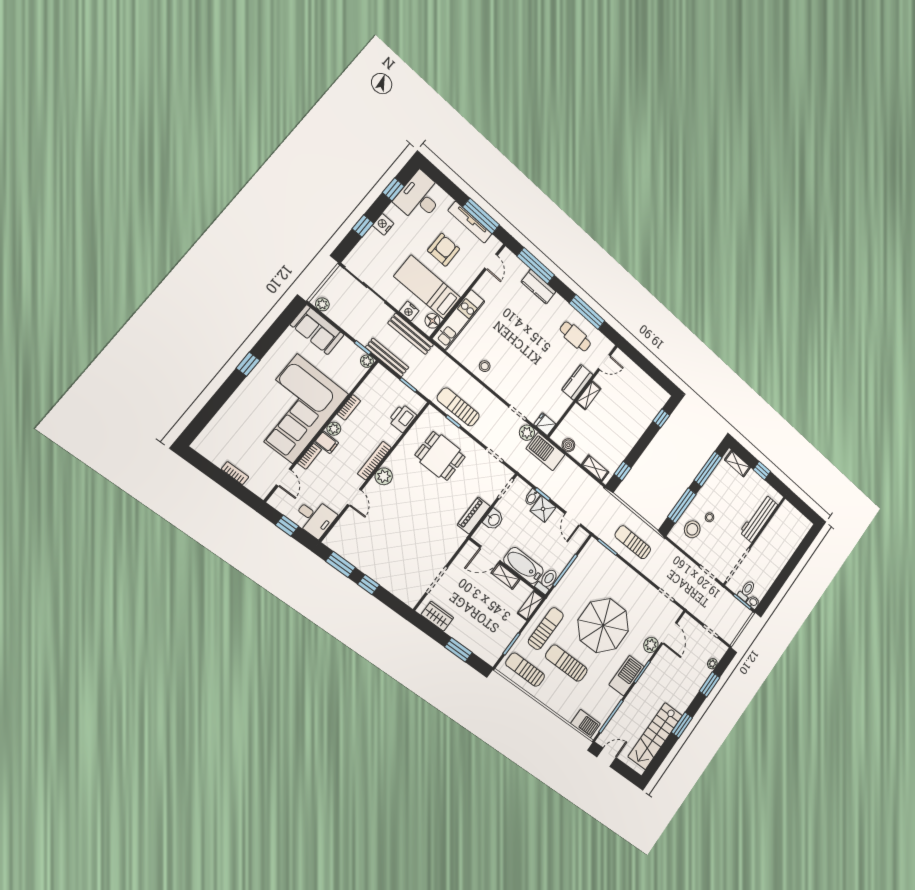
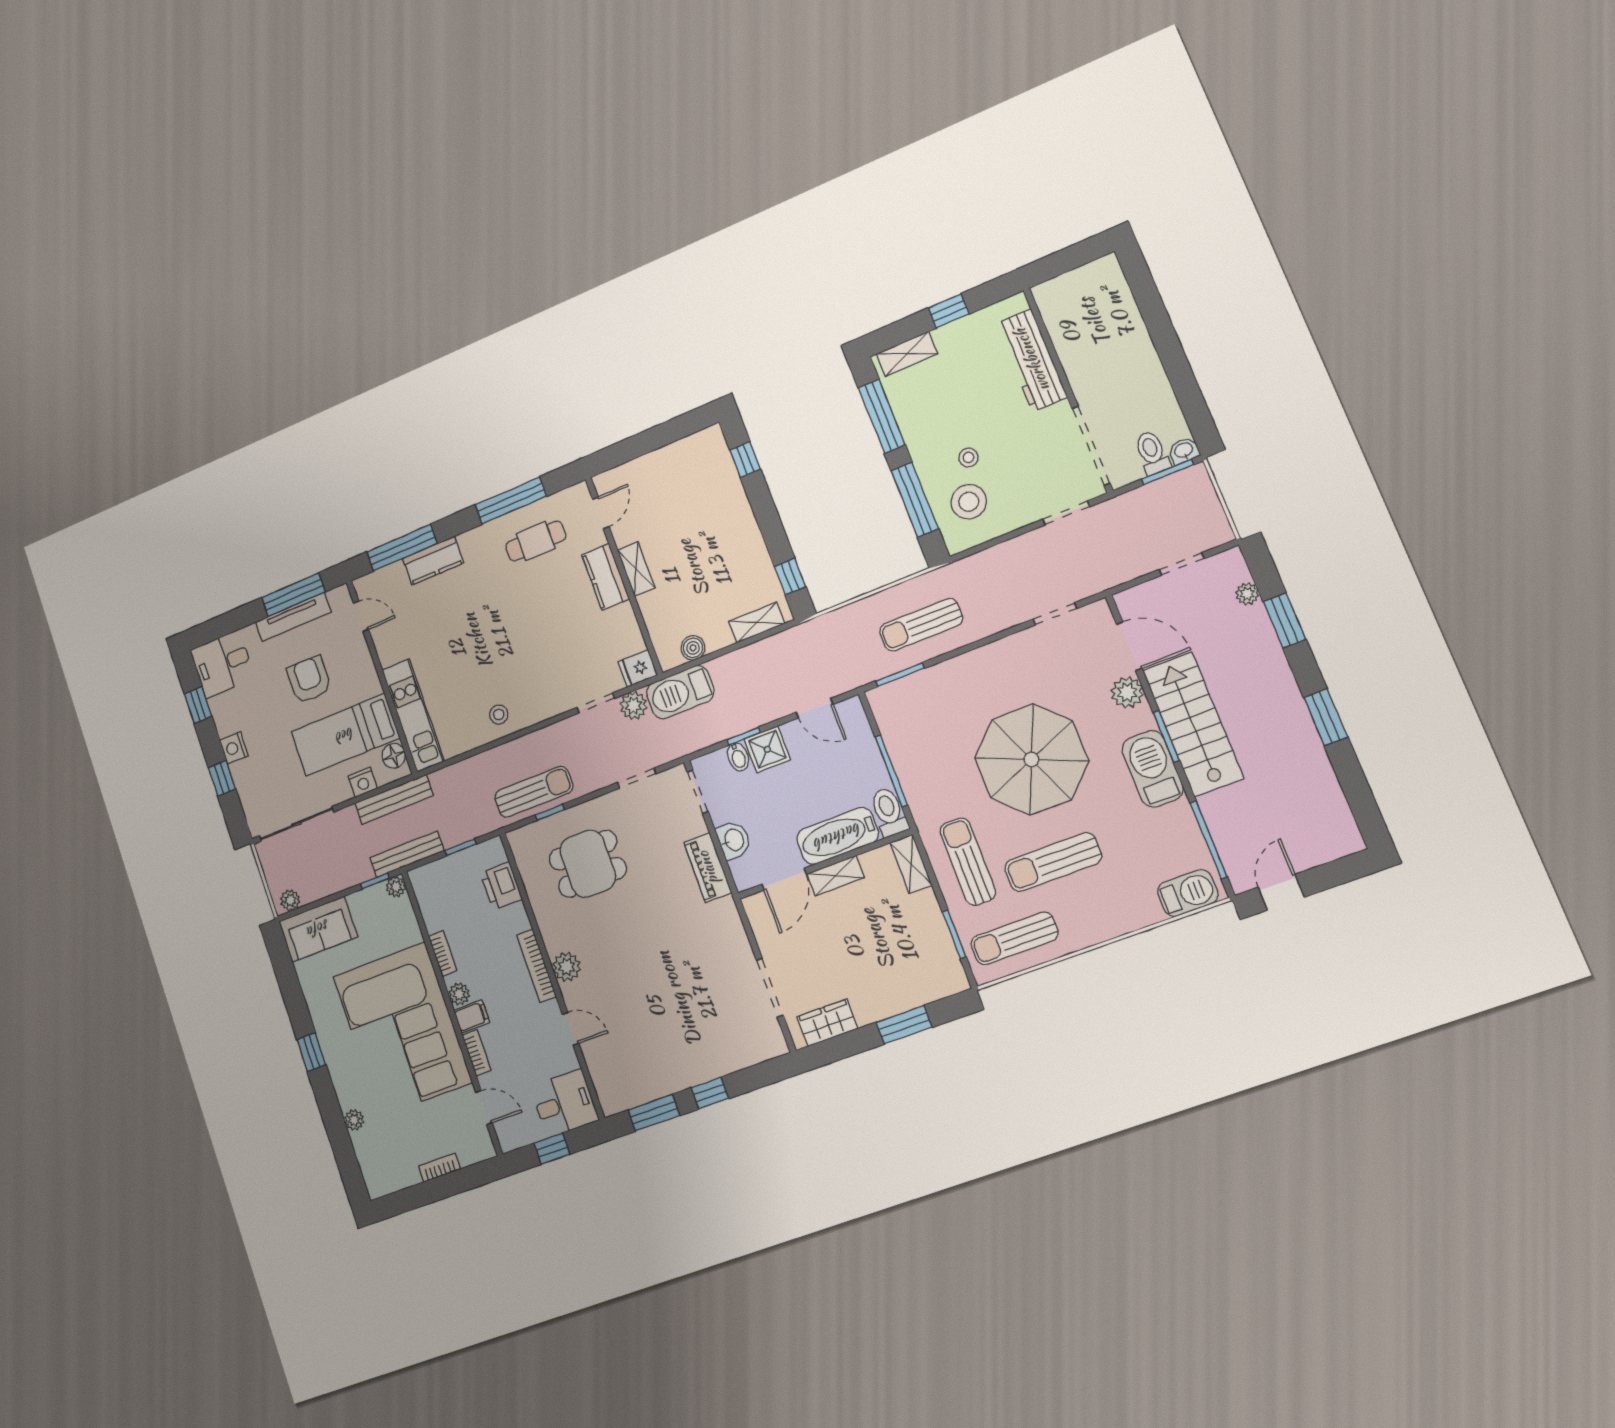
desk: (419, 197) -> (223, 664), width x0.73
sun lounger: (458, 407) -> (534, 792), turned 180
plant: (227, 411) -> (354, 1120), added
stairs: (655, 736) -> (1193, 724), moved, turned 180

